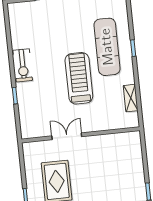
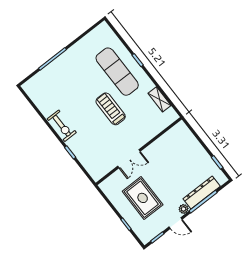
treadmill: (79, 78) -> (111, 109), width x0.73, depth x0.73
double door: (67, 136) -> (129, 159), swing flipped

